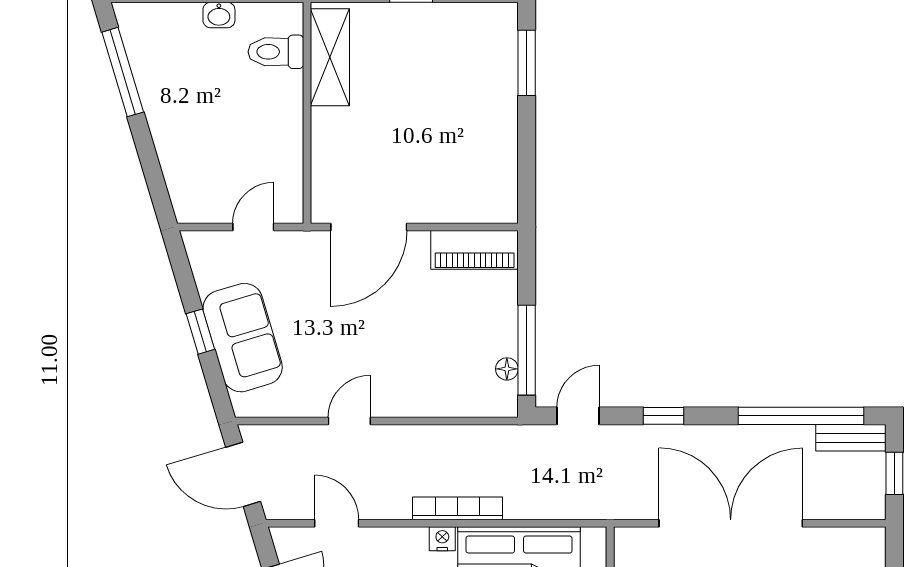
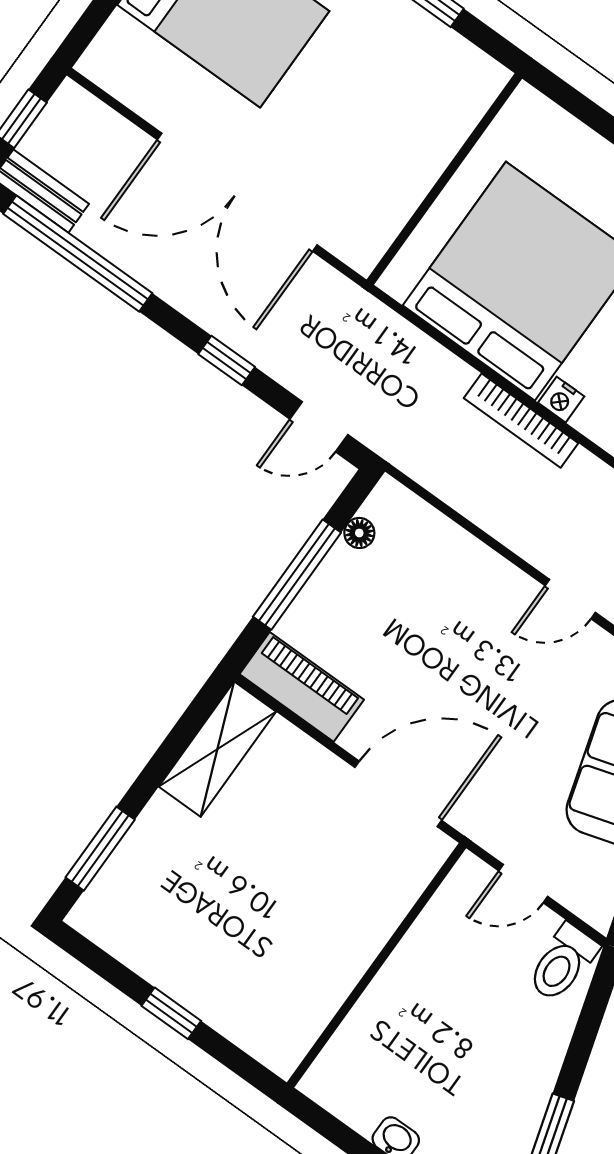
toilet: (276, 52) -> (563, 963), moved, turned 90
shelving: (330, 57) -> (217, 749), moved
window: (527, 350) -> (297, 575), moved

